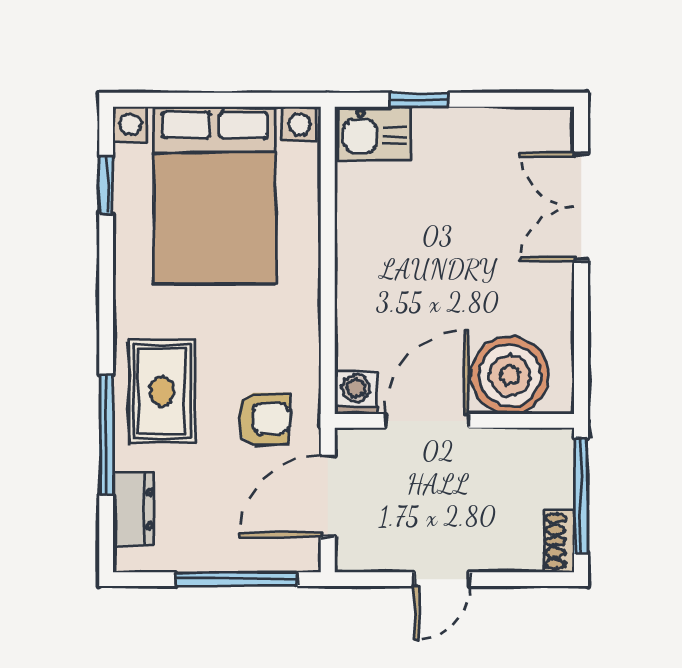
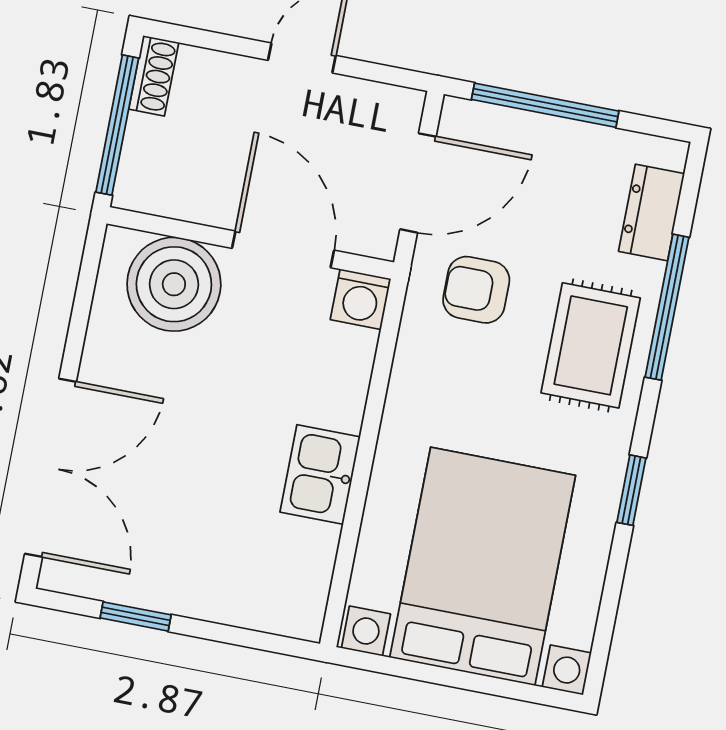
window: (419, 100) -> (136, 616), moved
kitchen sink: (375, 133) -> (320, 474), moved, turned -90
window: (106, 185) -> (631, 490), moved
double door: (581, 207) -> (51, 468), width x1.37
door: (427, 421) -> (283, 249), swing flipped

